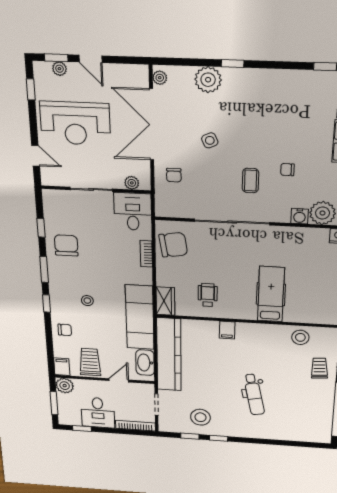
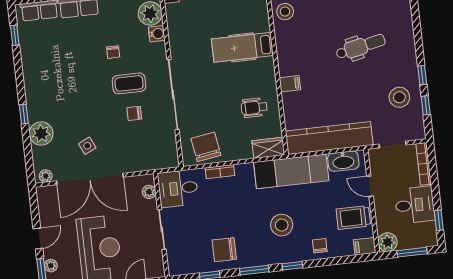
side table: (210, 140) -> (87, 146), moved
chair: (174, 175) -> (134, 113), moved, turned 180
coffee table: (251, 181) -> (129, 83), width x1.36, depth x1.30
stool: (87, 301) -> (282, 225), width x1.89, depth x1.89

